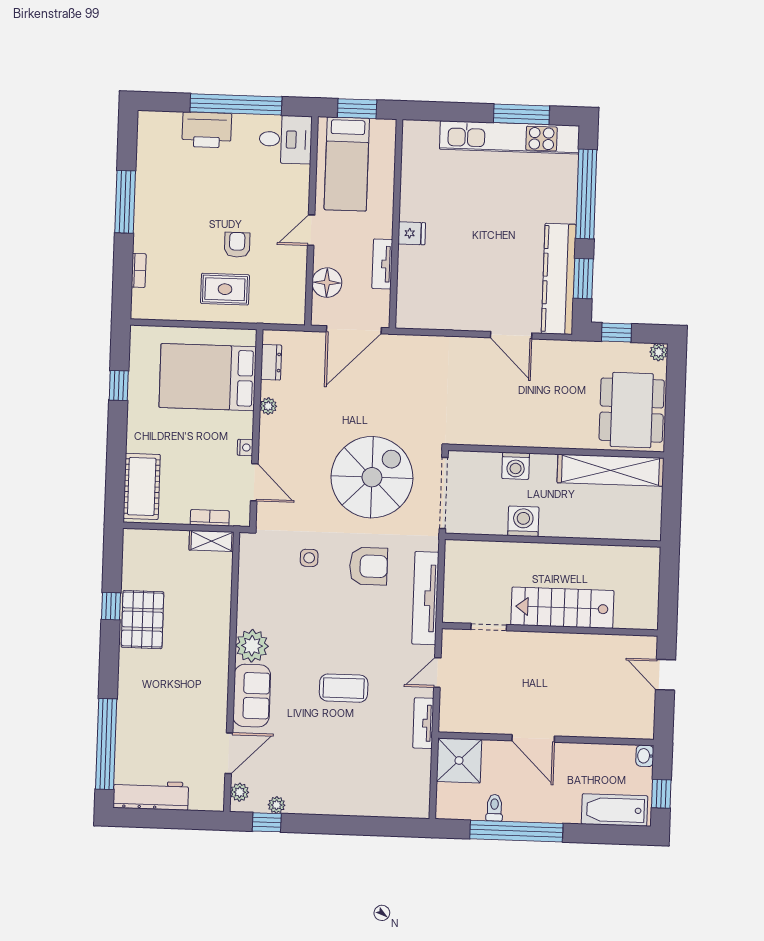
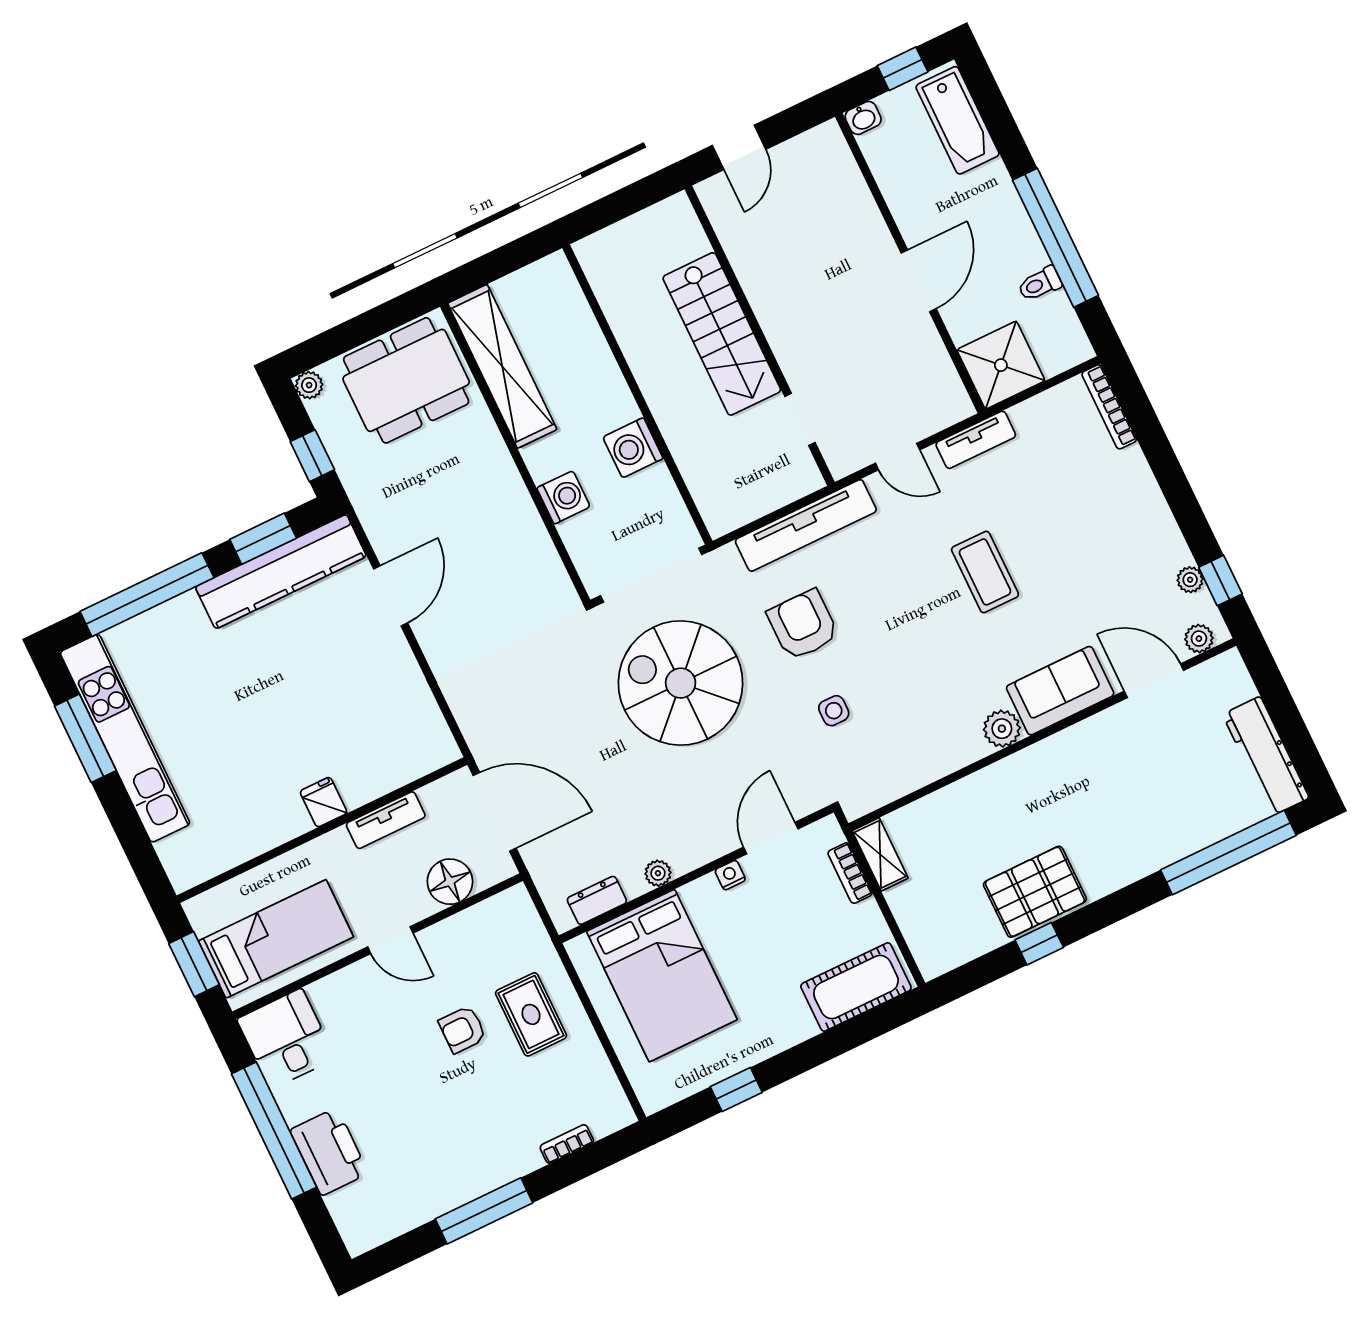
plant: (252, 646) -> (1002, 729), width x0.73, depth x0.73
bookcase: (402, 811) -> (1109, 407), added

